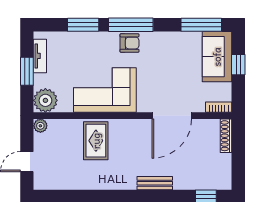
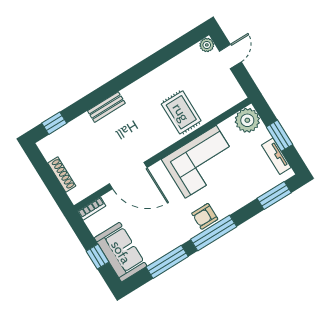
window: (83, 25) -> (274, 195), moved
window: (201, 25) -> (167, 262), moved
door: (172, 116) -> (128, 176), swing flipped
plant: (40, 126) -> (207, 45), moved
shoe rack: (226, 136) -> (62, 175), moved

